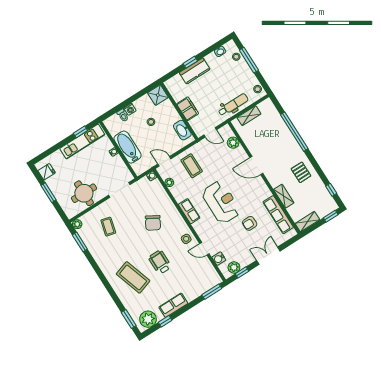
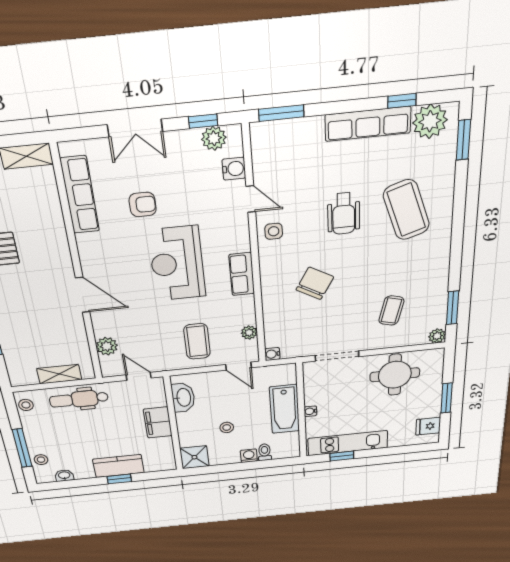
shelving: (284, 196) -> (54, 223), removed
row of seats: (173, 305) -> (368, 124), width x1.48

